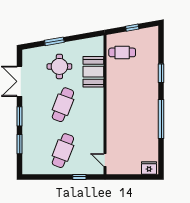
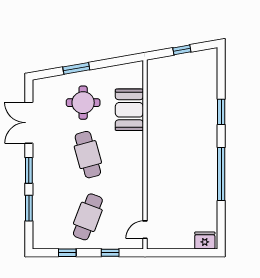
cafe table: (122, 52) -> (168, 84), removed
cafe table: (63, 105) -> (88, 155), turned -36
door: (105, 160) -> (145, 230), hinge flipped
window: (48, 177) -> (67, 253), added

